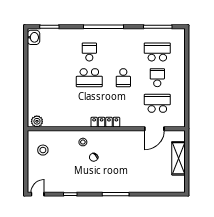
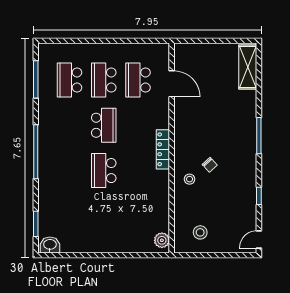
school desk: (89, 52) -> (69, 171), removed
school desk: (89, 78) -> (104, 171), turned 180
school desk: (123, 78) -> (104, 125), width x1.85
school desk: (157, 78) -> (104, 80), width x1.85
shelving: (179, 158) -> (248, 67), moved, turned 90
door: (38, 194) -> (259, 239), hinge flipped

